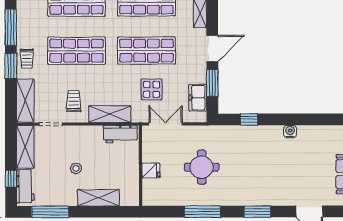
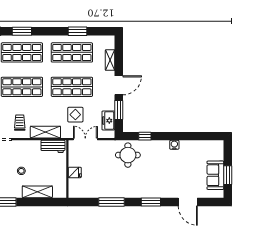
round table: (202, 167) -> (128, 155), moved

